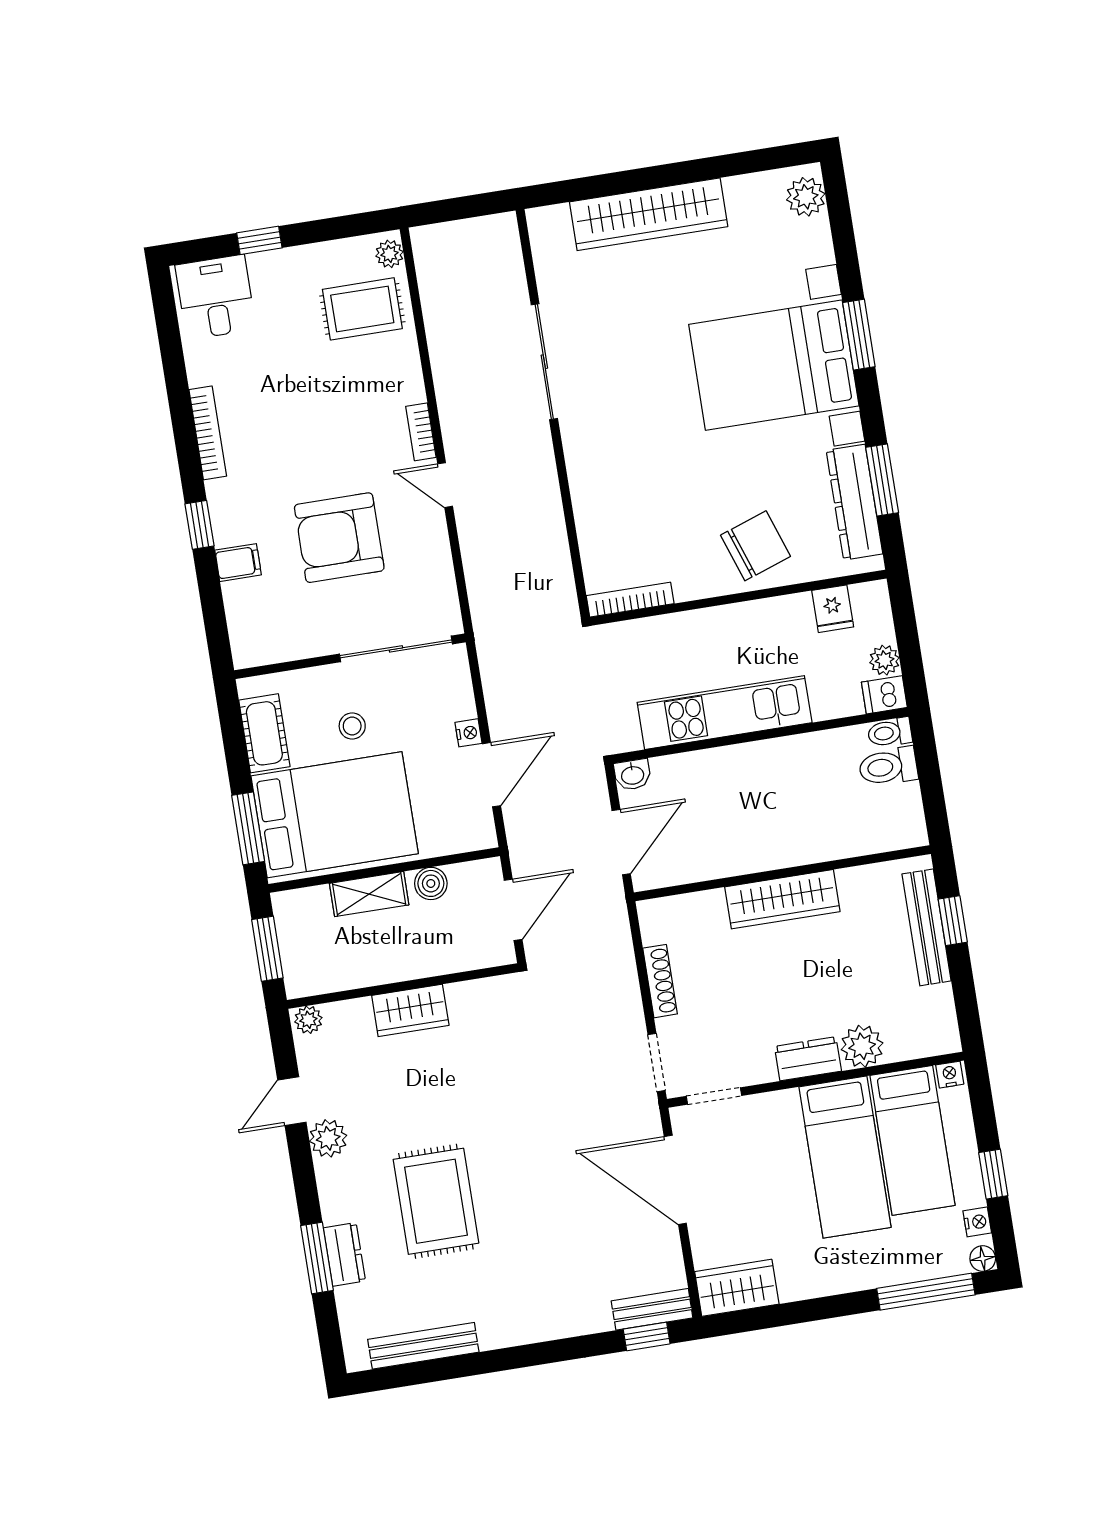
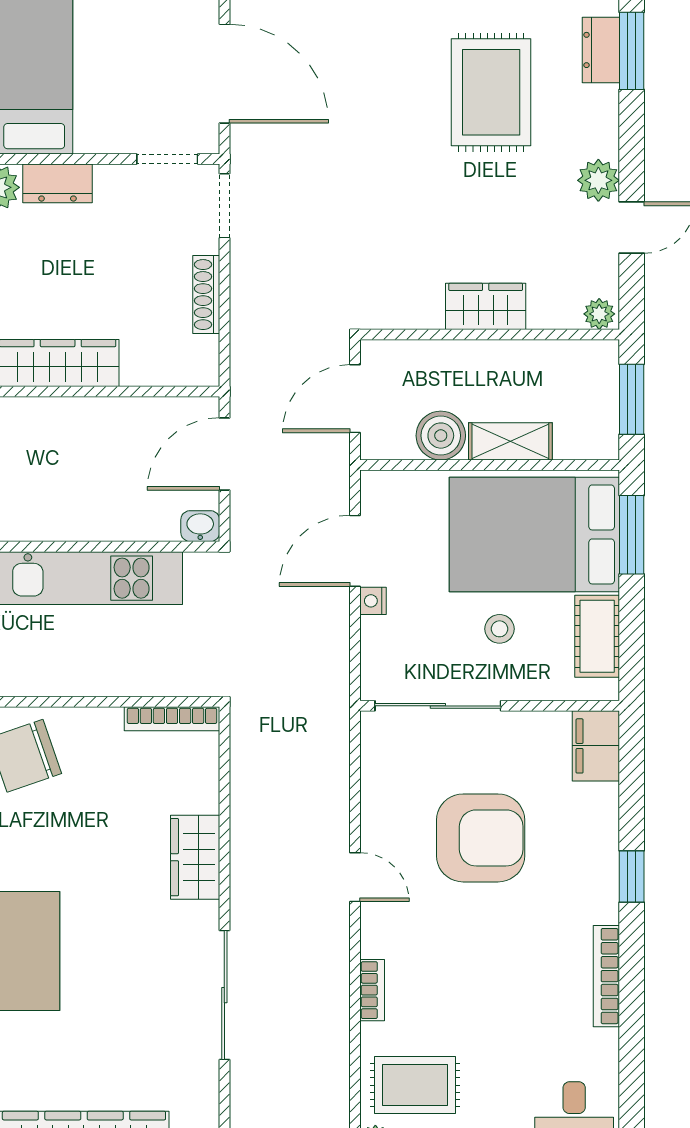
bookcase: (421, 432) -> (372, 990), moved
wardrobe: (590, 480) -> (195, 857), added
filing cabinet: (238, 563) -> (596, 746), moved, width x2.00
boiler: (431, 883) -> (441, 436), width x1.36, depth x1.36

